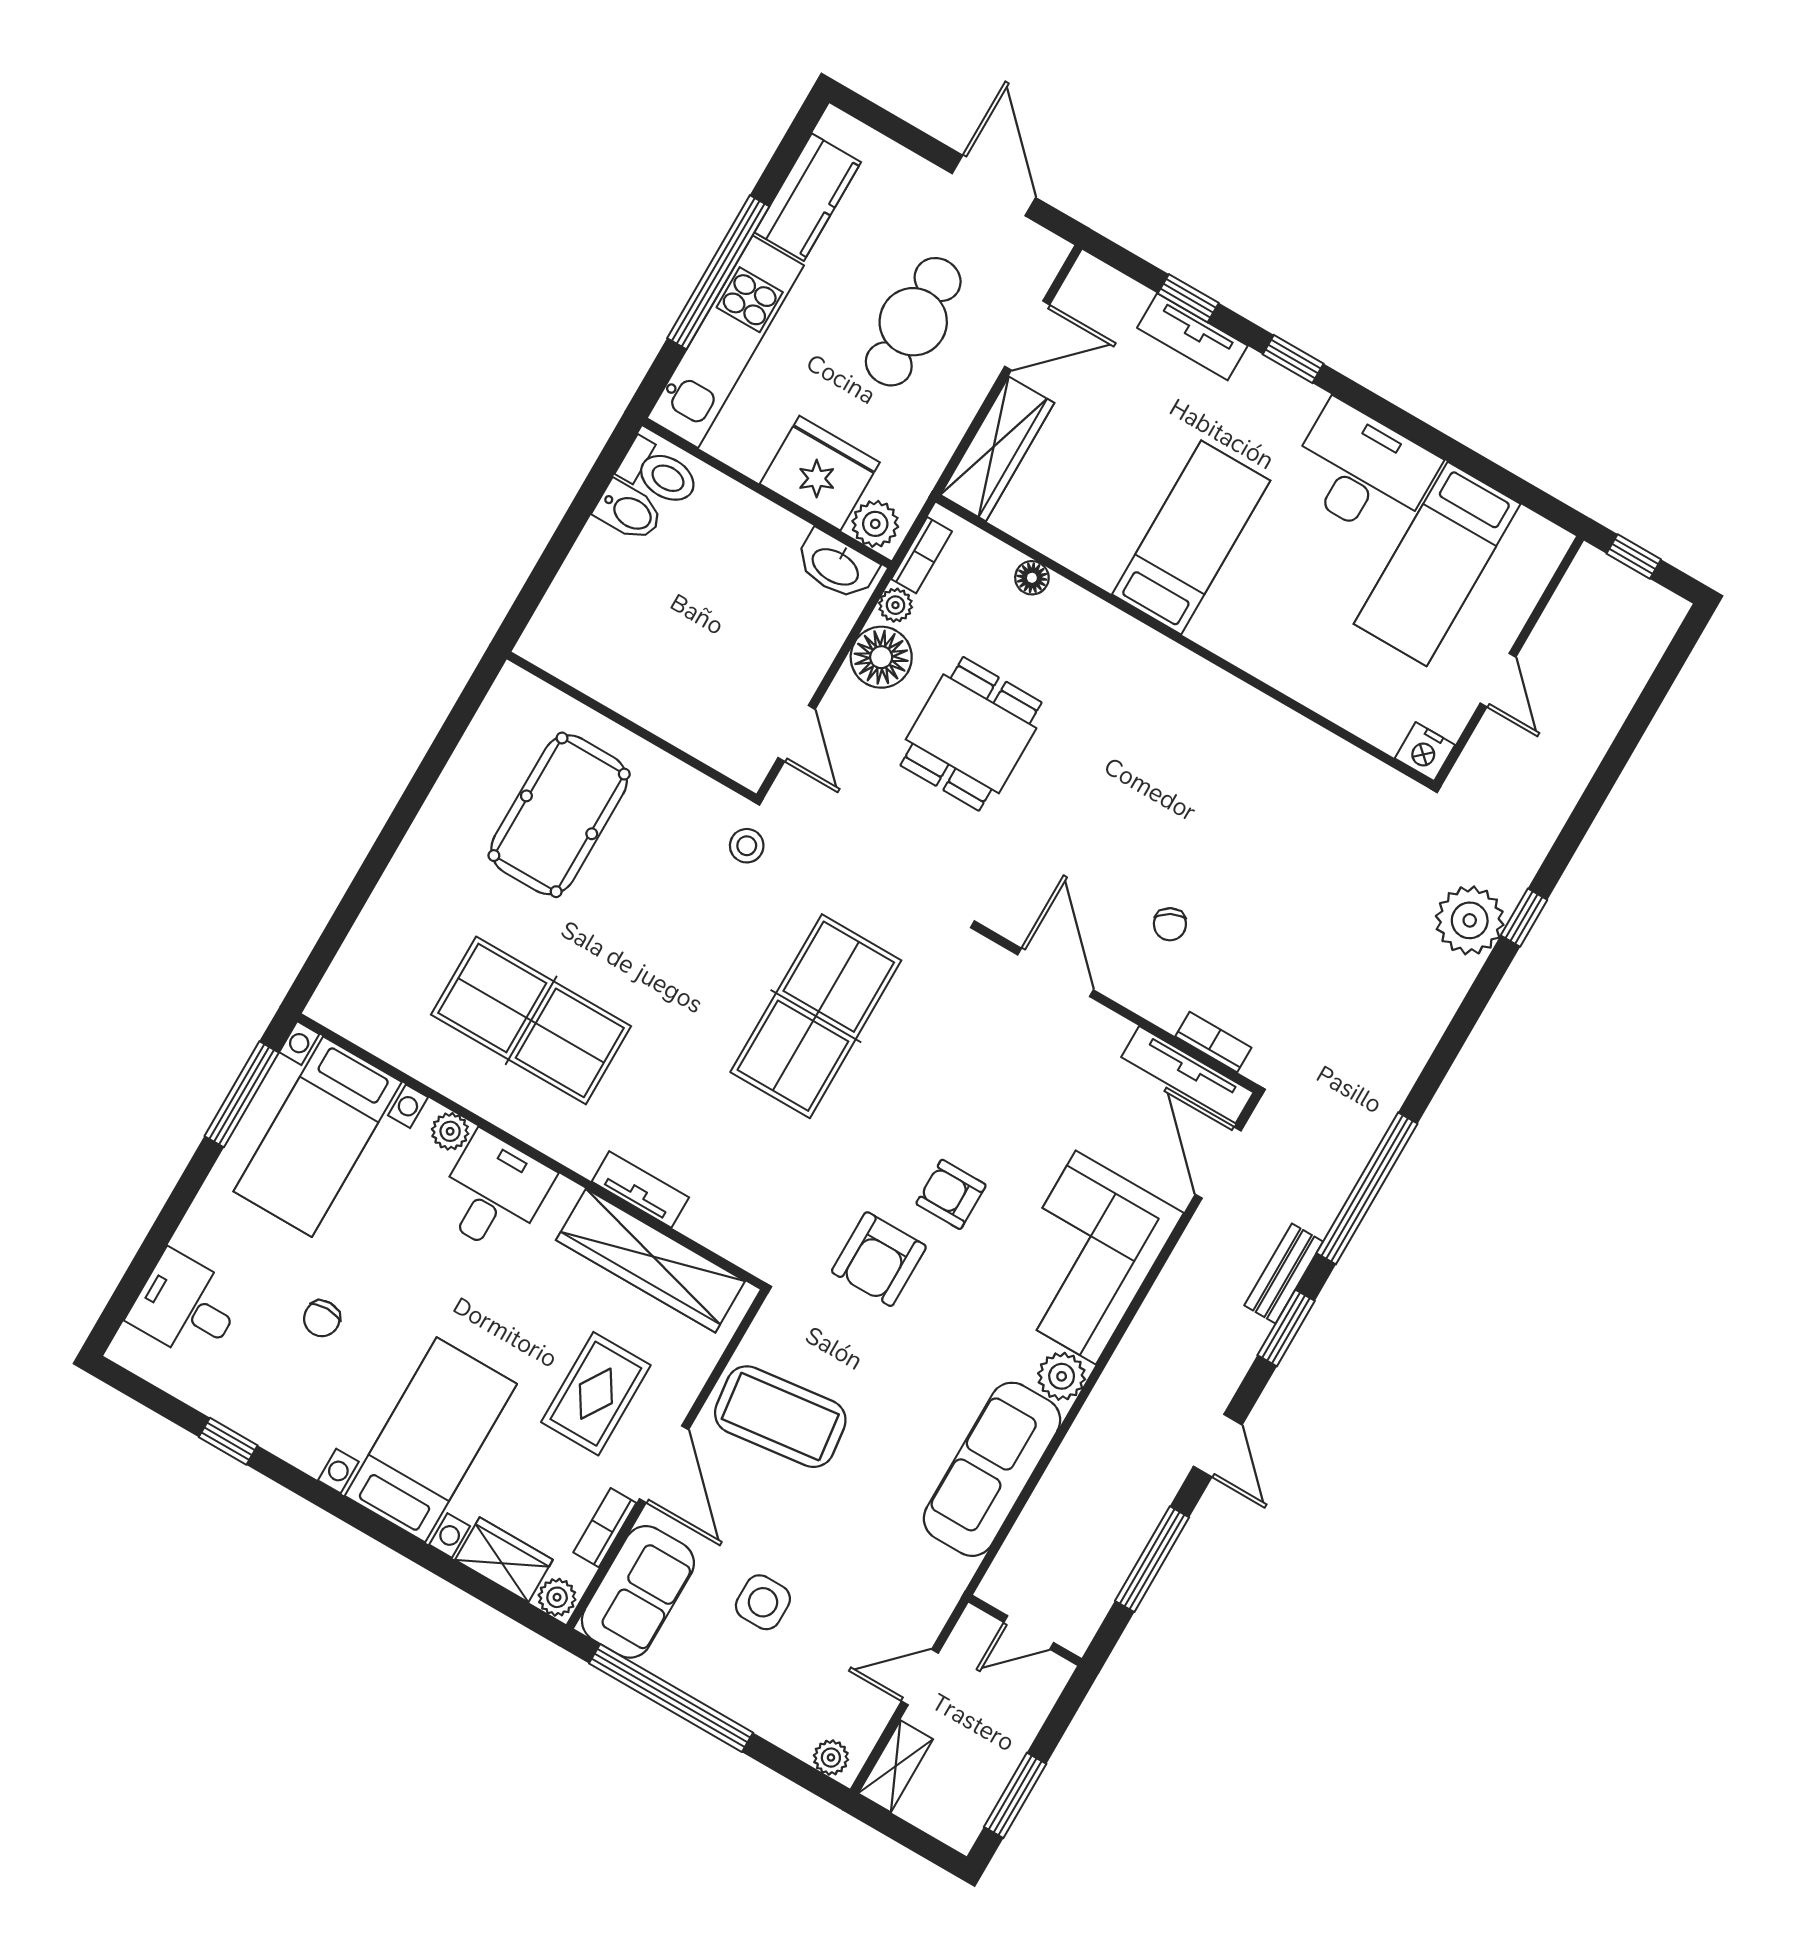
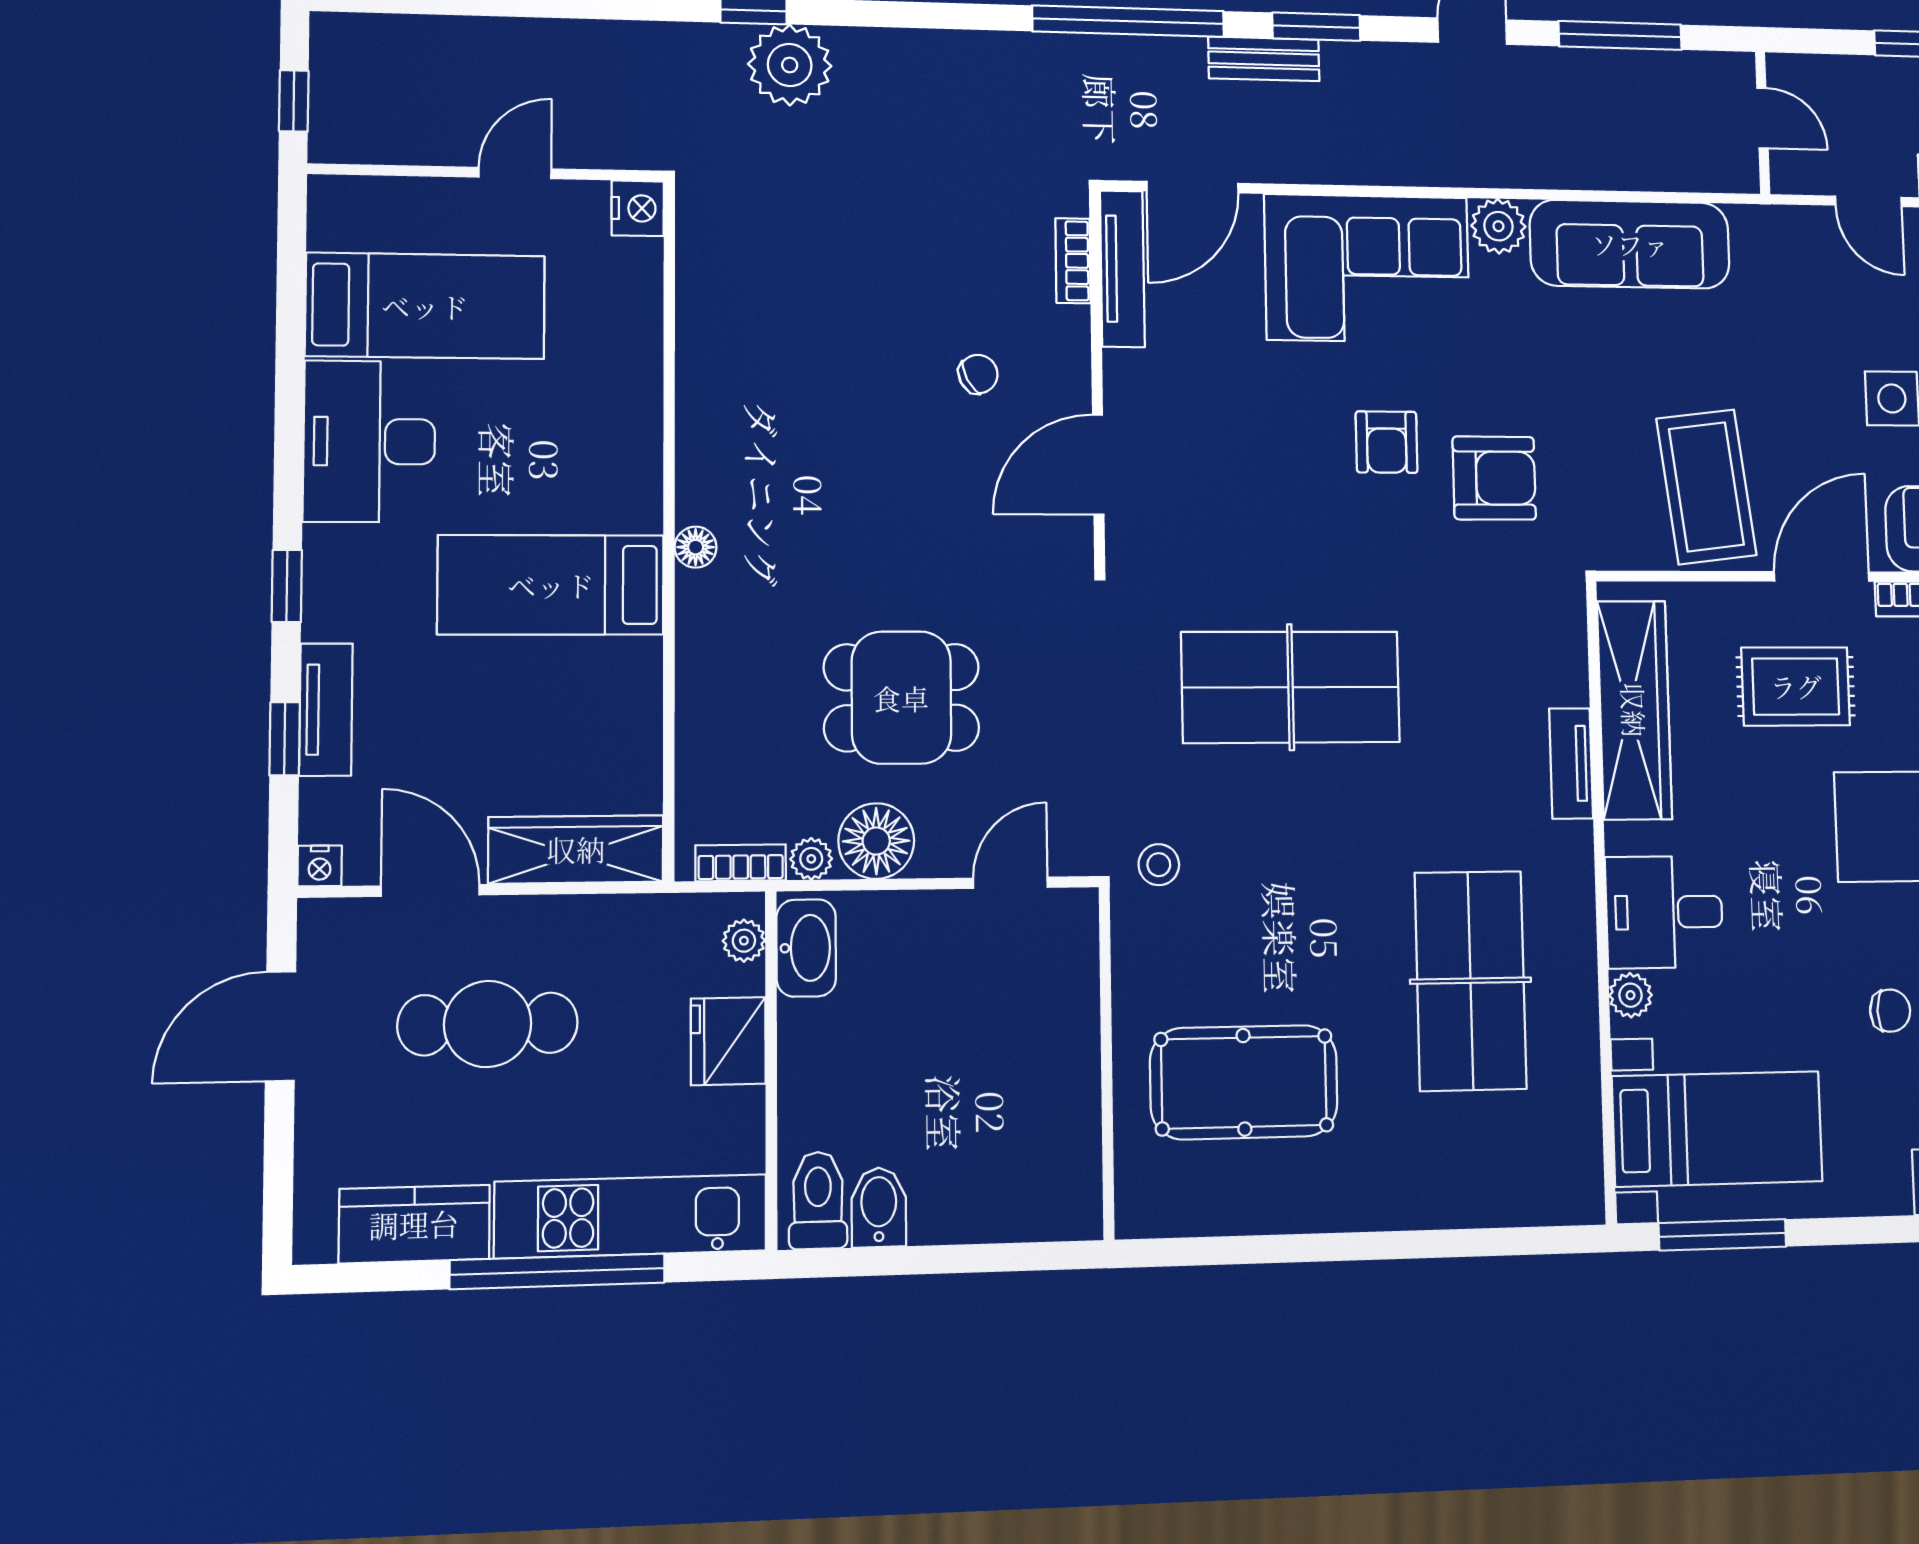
nightstand: (1087, 272) -> (320, 866), added
fridge: (820, 473) -> (728, 1041), width x0.73, depth x0.75
plant: (875, 524) -> (744, 941), width x0.73, depth x0.73
floor lamp: (1032, 578) -> (696, 547), moved

